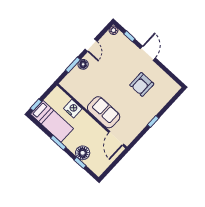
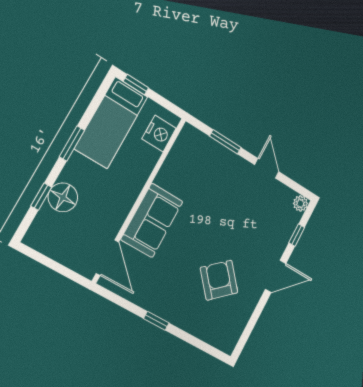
door: (91, 45) -> (267, 168), swing flipped
floor lamp: (83, 64) -> (230, 161), removed
armchair: (142, 84) -> (219, 280), turned 49
nightstand: (73, 109) -> (159, 133), moved
door: (116, 138) -> (107, 258), swing flipped

